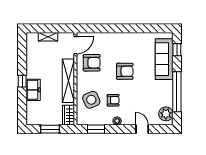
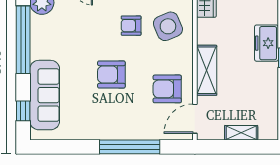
window: (114, 28) -> (130, 147), added
shelving: (68, 81) -> (207, 70), width x0.68

